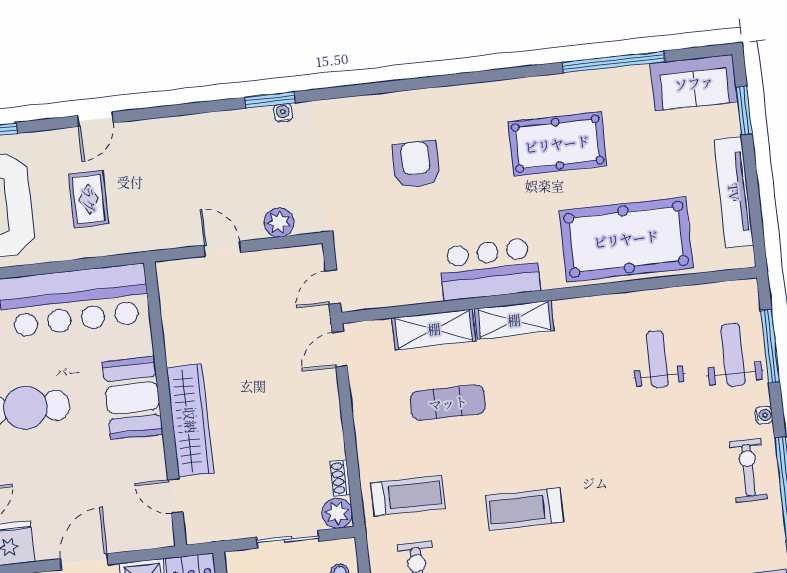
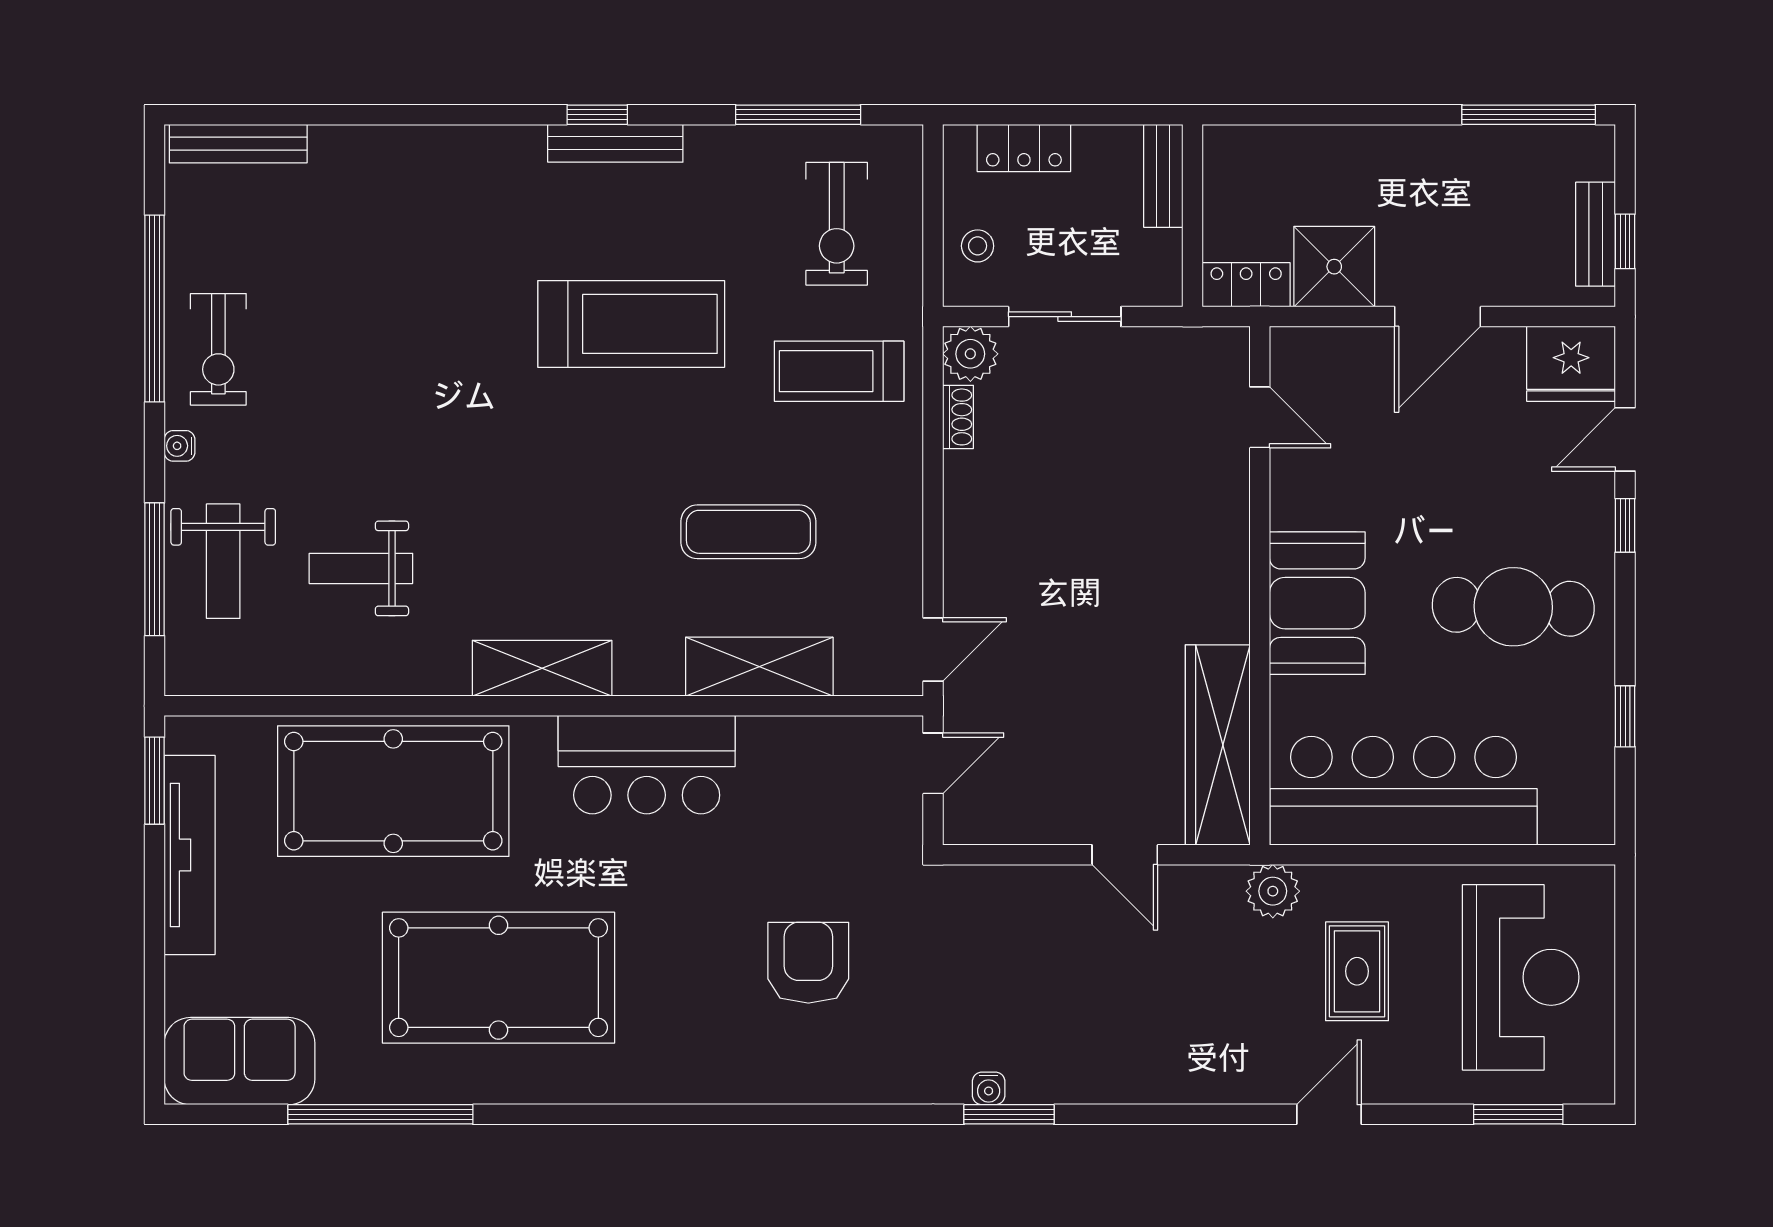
window: (744, 110) -> (155, 781), moved
pool table: (557, 144) -> (498, 978), width x1.36, depth x1.32
armchair: (416, 164) -> (808, 963), moved, turned 180
plant: (279, 222) -> (1273, 891), moved
shelving: (514, 320) -> (542, 668), moved
weight bench: (657, 359) -> (361, 568), turned 90
wardrobe: (190, 420) -> (1218, 745), moved
treadmill: (524, 509) -> (631, 324), width x1.37, depth x1.38

